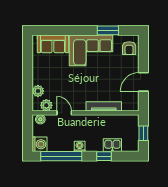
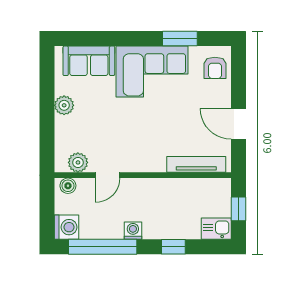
door: (143, 82) -> (239, 124), hinge flipped
plant: (38, 91) -> (64, 105), moved
tv unit: (104, 106) -> (196, 164), moved
door: (64, 113) -> (107, 175), swing flipped
kitchen sink: (112, 145) -> (216, 229), moved

